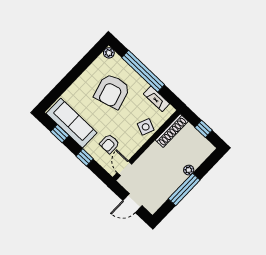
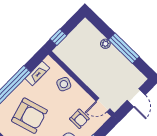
window: (204, 129) -> (58, 37), moved
shoe rack: (172, 131) -> (68, 59), removed

